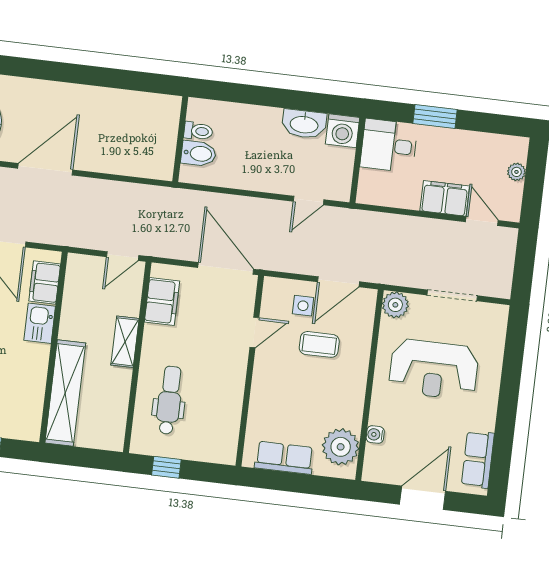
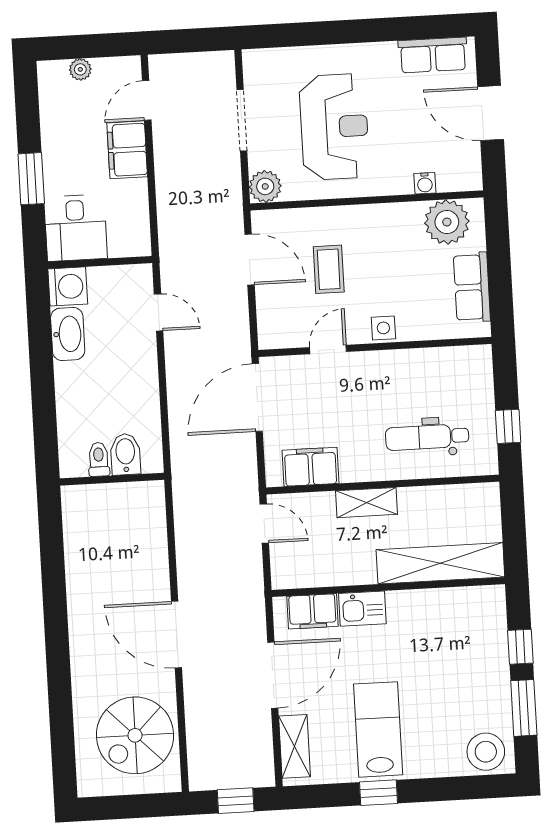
side table: (303, 306) -> (383, 328), moved
door: (254, 332) -> (328, 350), hinge flipped

